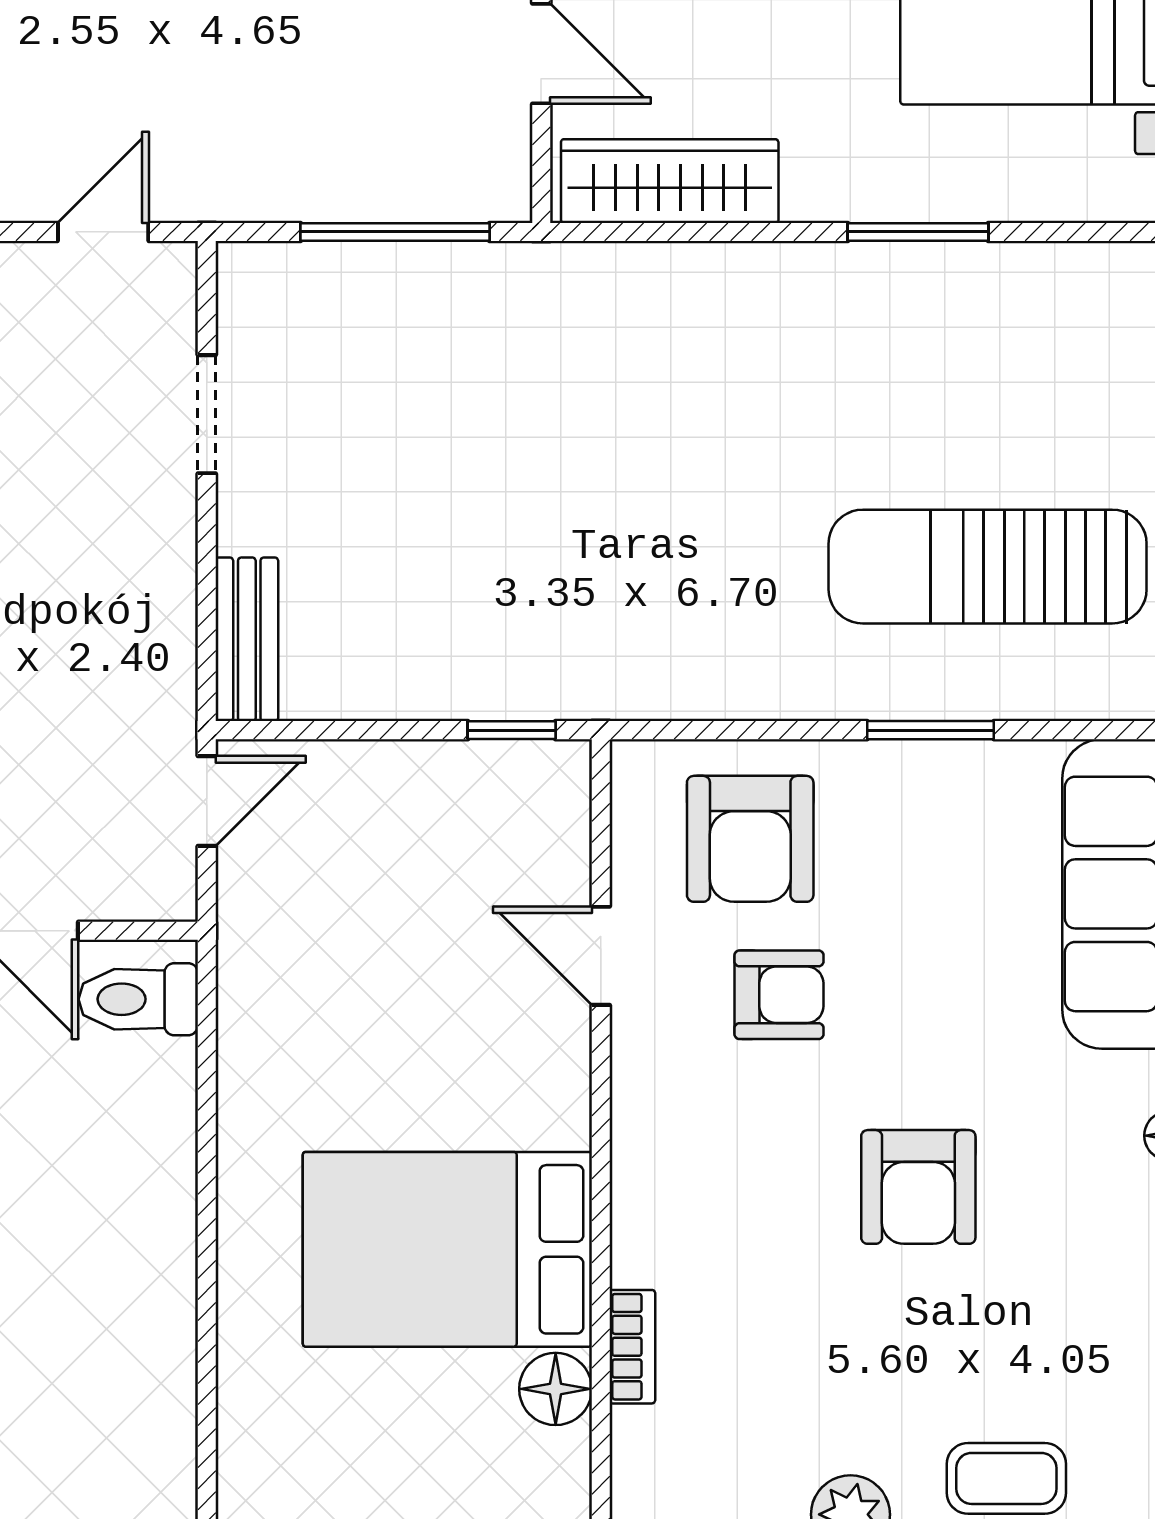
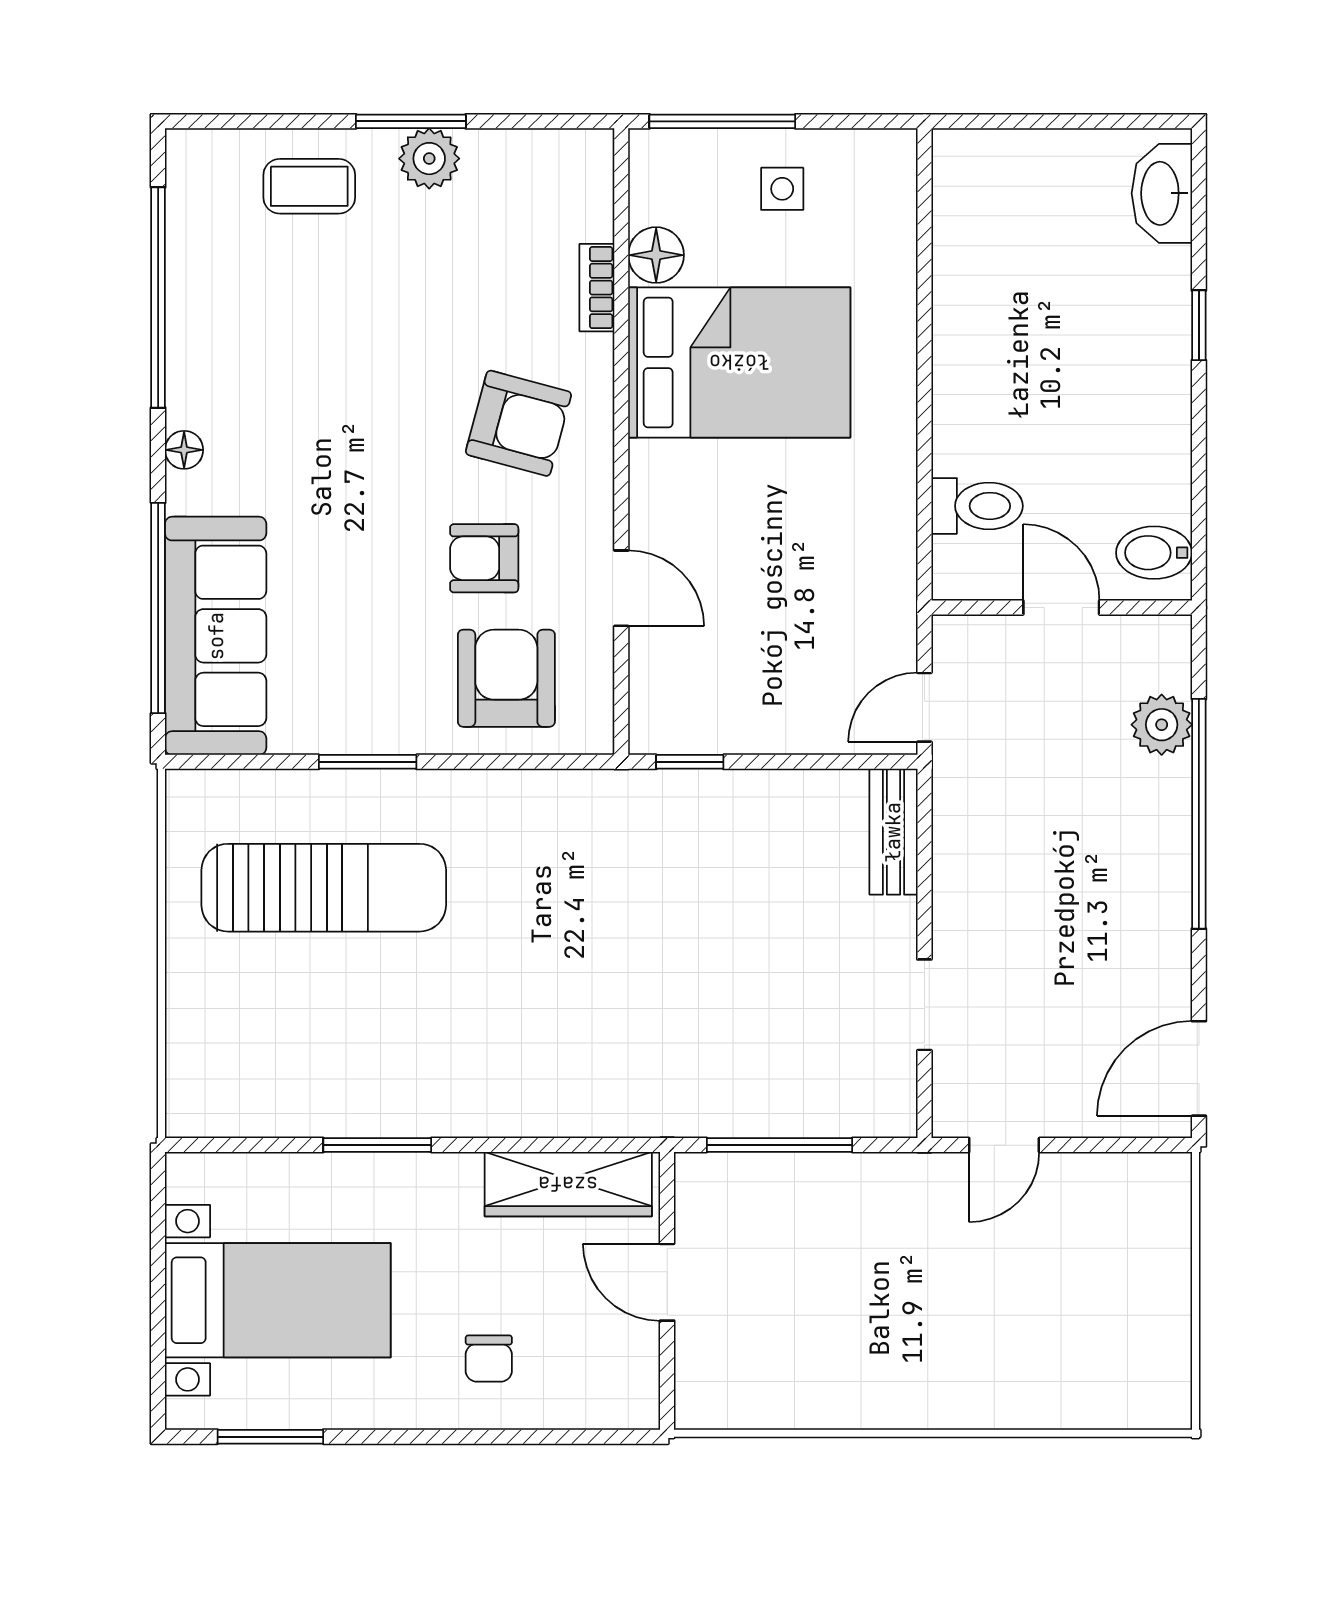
toilet: (138, 999) -> (977, 506), moved
armchair: (918, 1187) -> (518, 423), moved, turned 105
side table: (392, 1475) -> (782, 189), added

